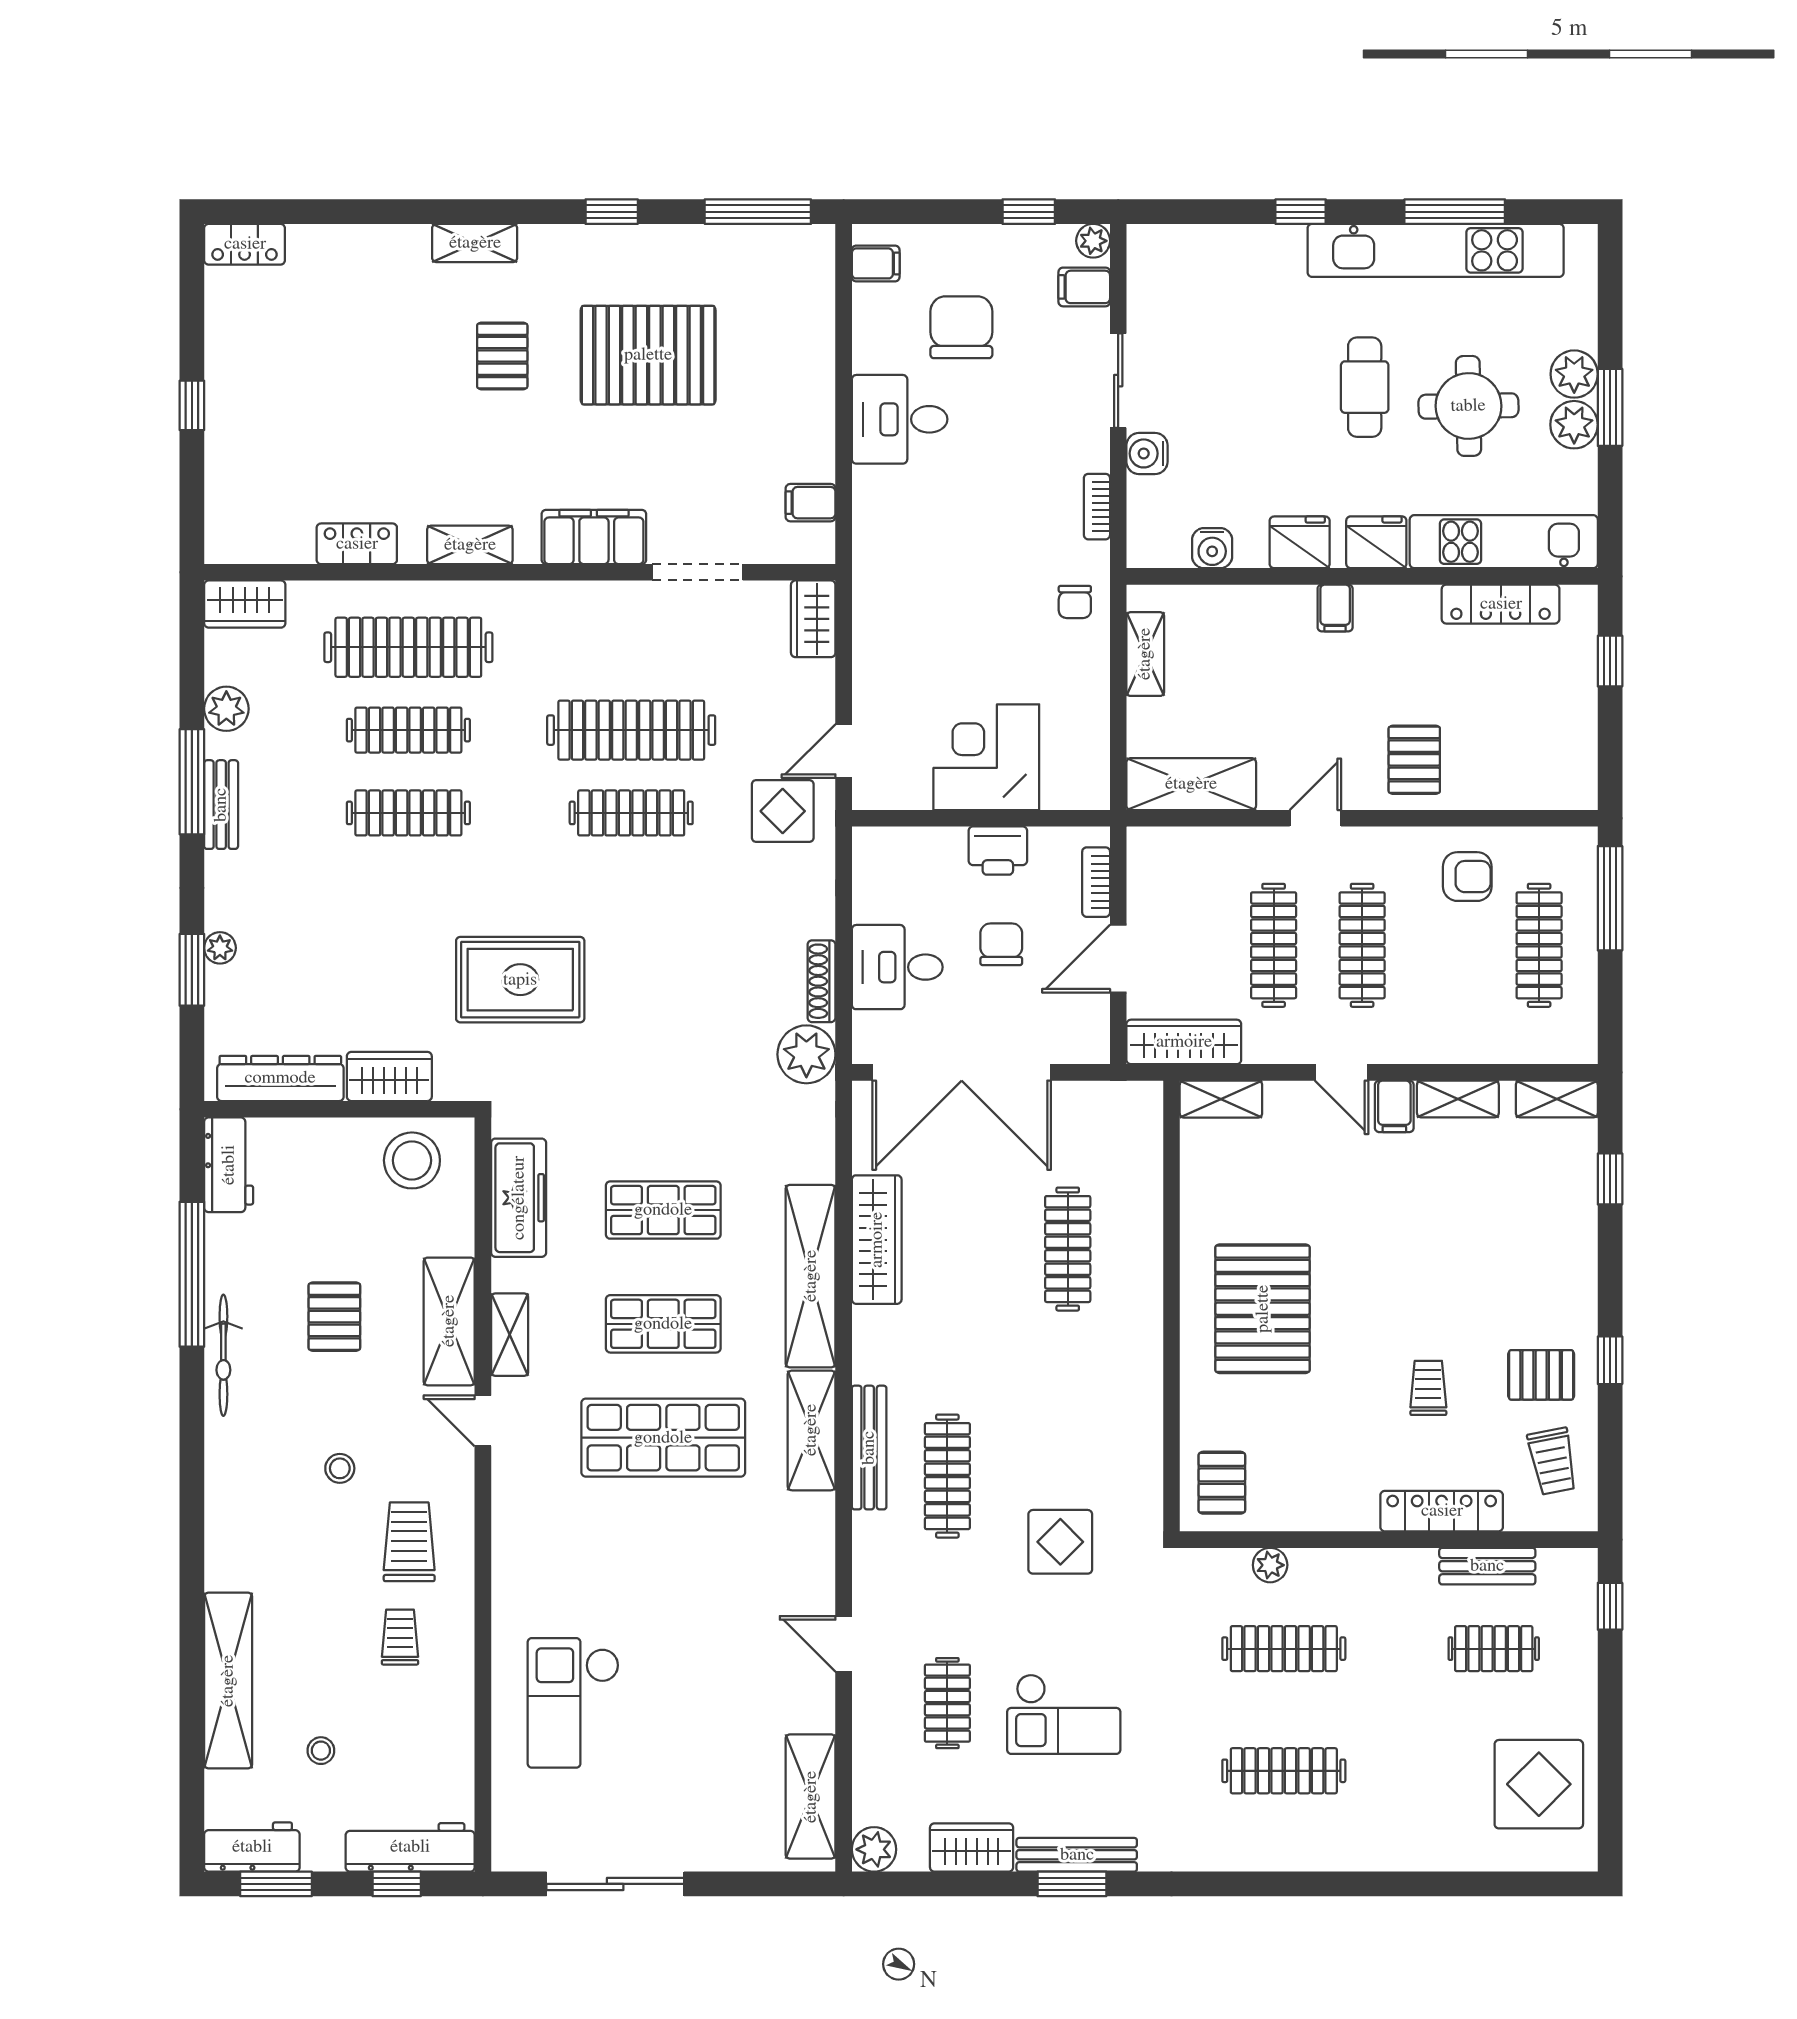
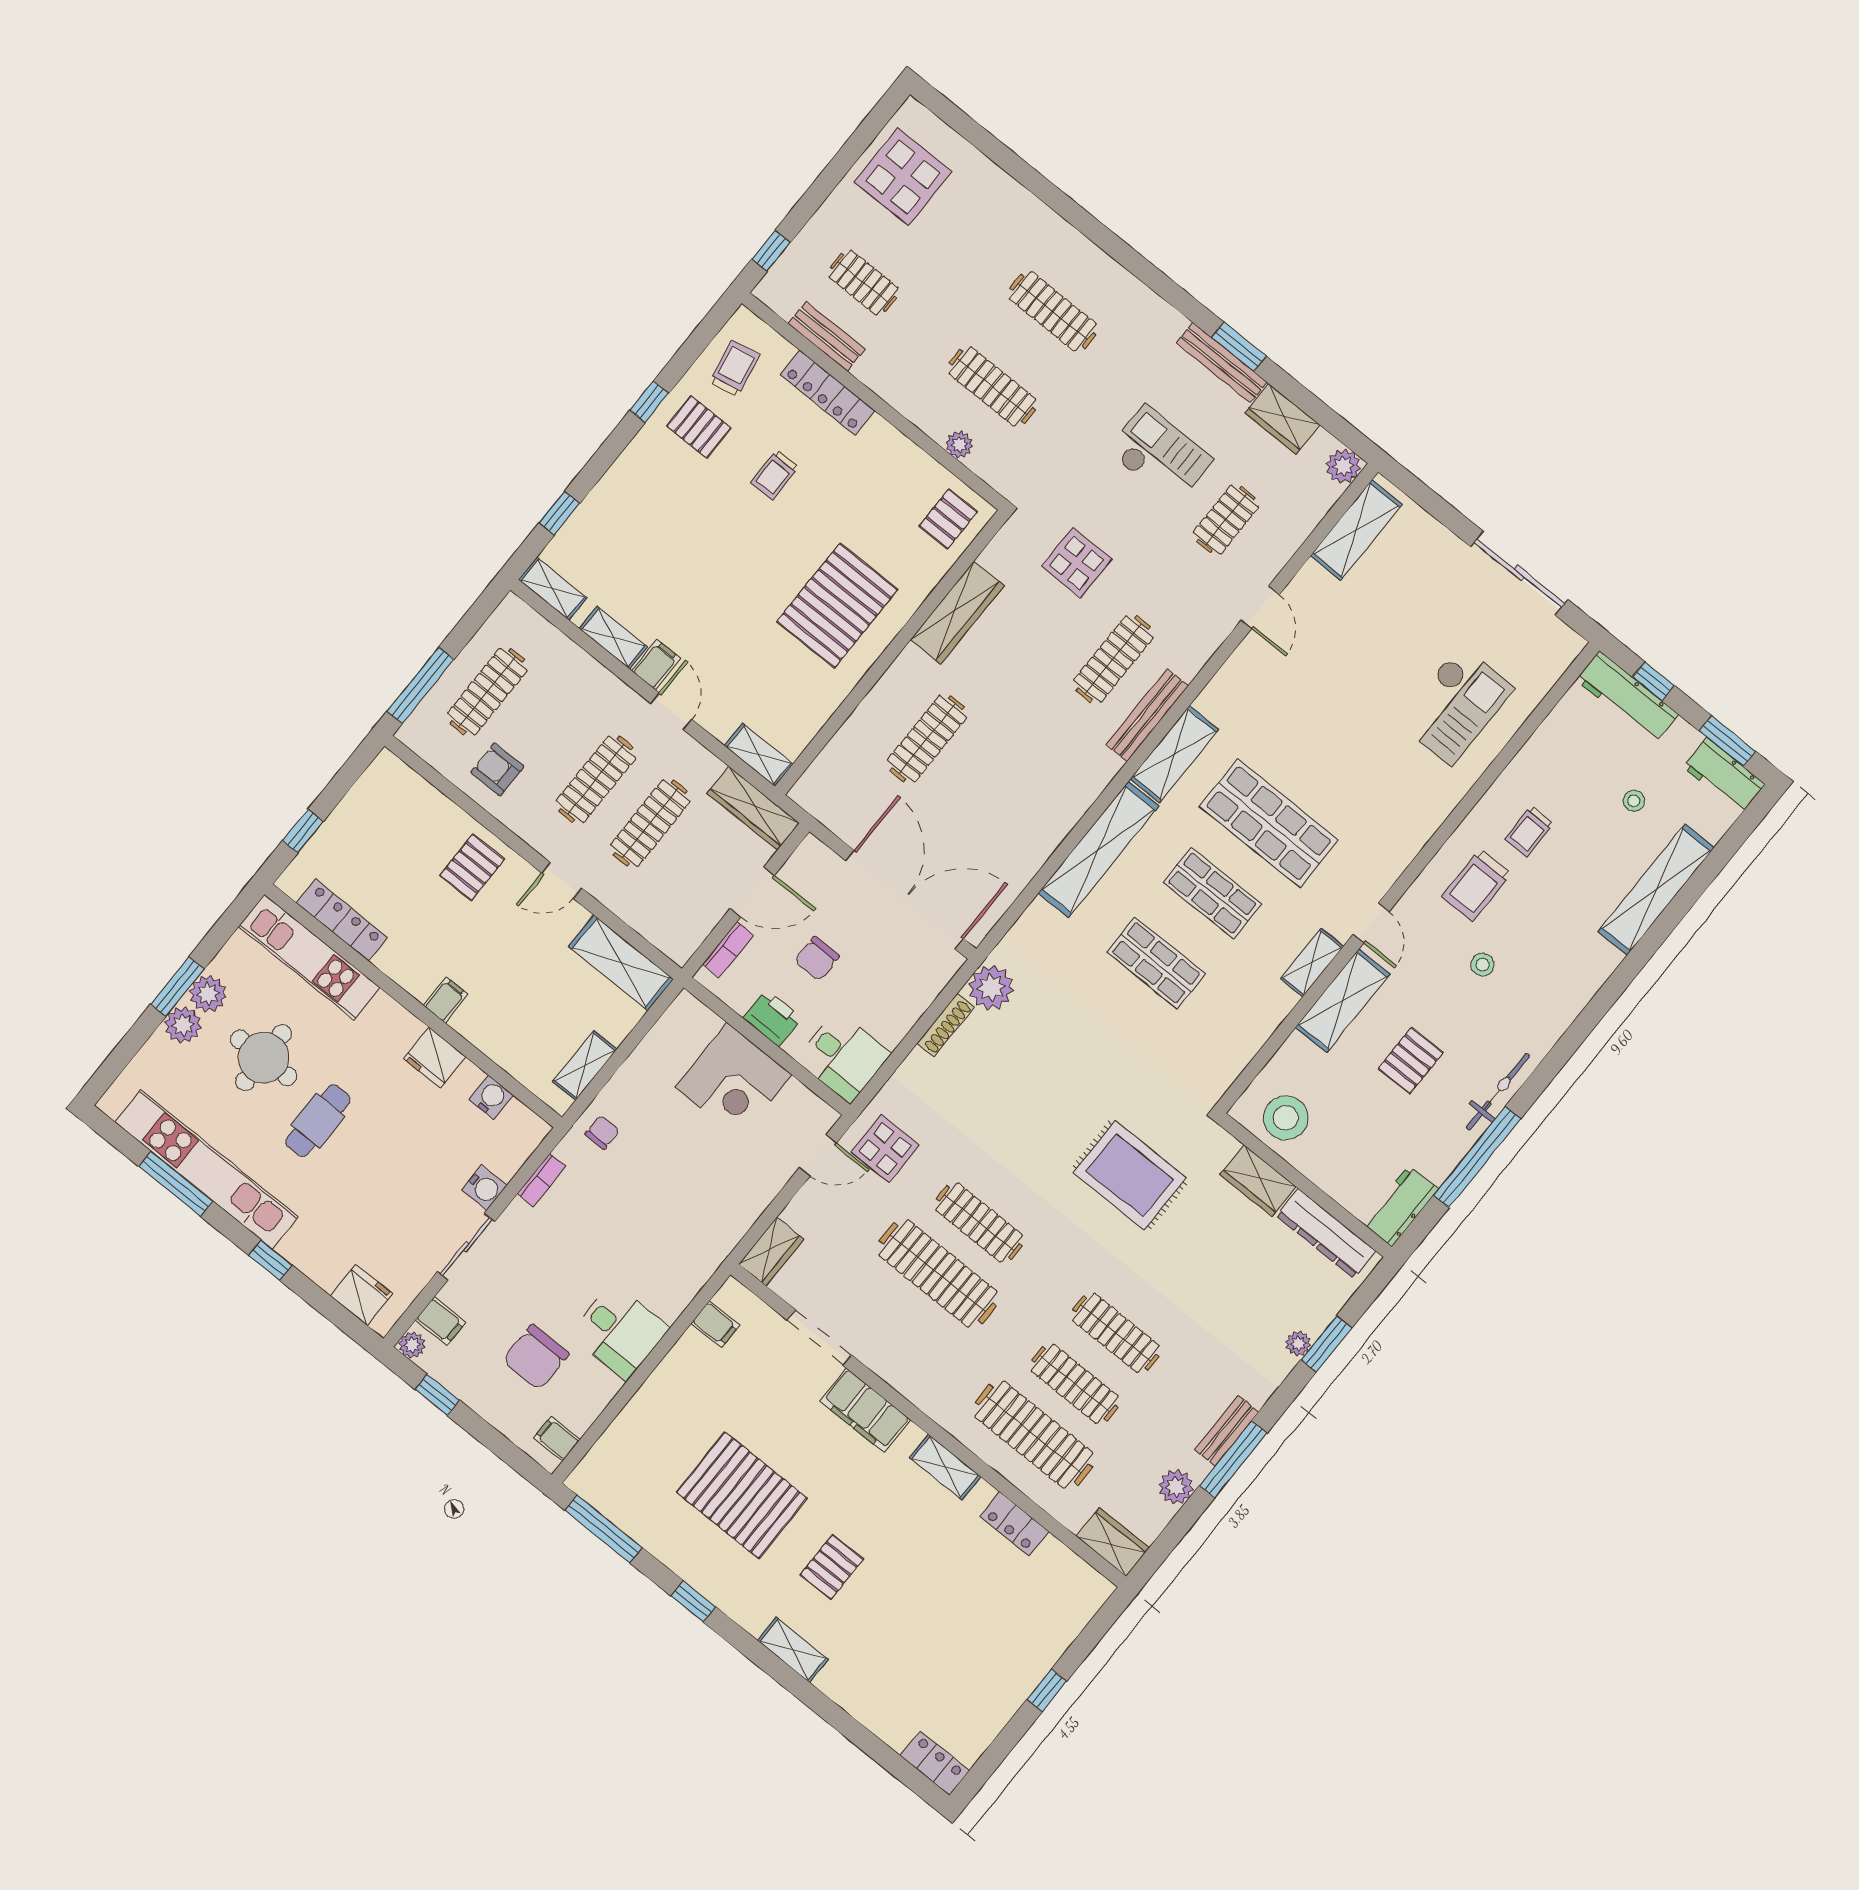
fridge: (1376, 542) -> (361, 1295), moved, turned 180
desk: (897, 967) -> (843, 1057), moved
freezer: (519, 1198) -> (1239, 1042), removed
wardrobe: (877, 1240) -> (957, 613), moved, turned 180

